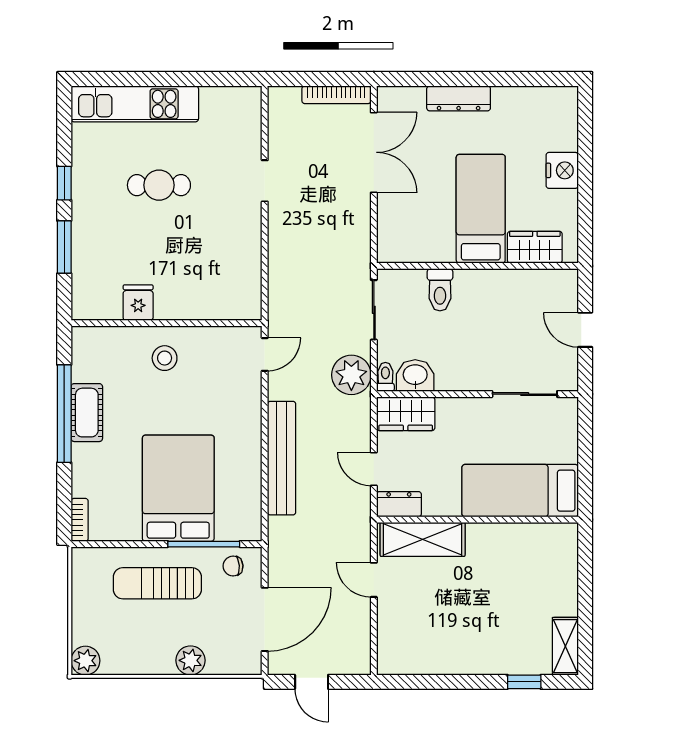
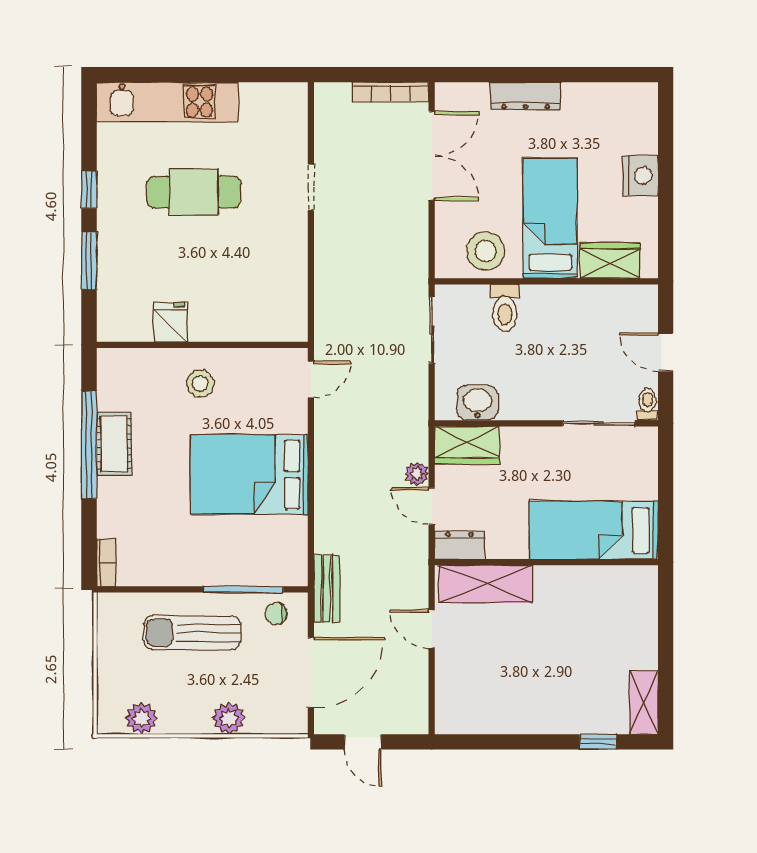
cafe table: (159, 185) -> (194, 192), width x1.37, depth x1.35
stool: (422, 238) -> (485, 251), added
plant: (351, 375) -> (417, 474), moved, width x0.53, depth x0.53
toilet: (385, 377) -> (647, 404), moved
bench: (282, 458) -> (327, 589), moved, width x0.54, depth x0.82
bed: (178, 488) -> (249, 475), moved, turned -90
plant: (85, 661) -> (141, 718), moved

